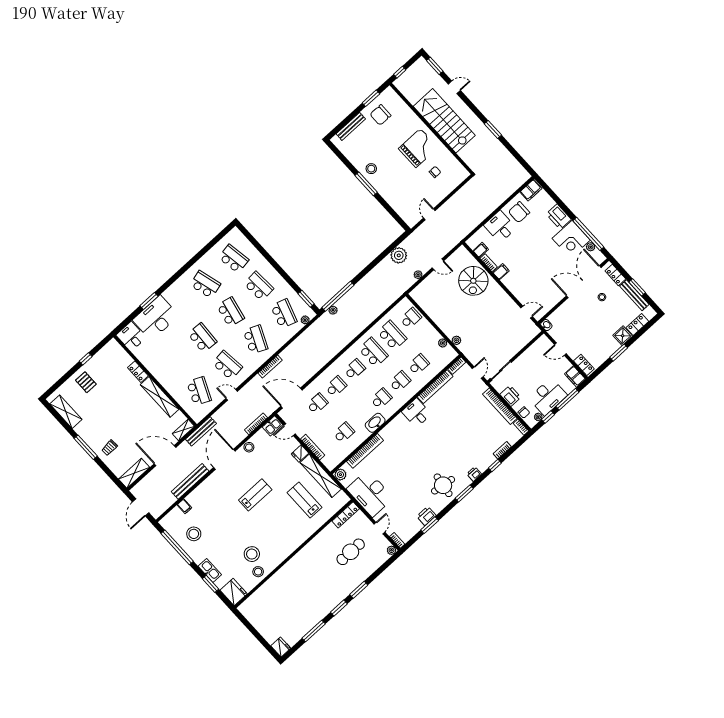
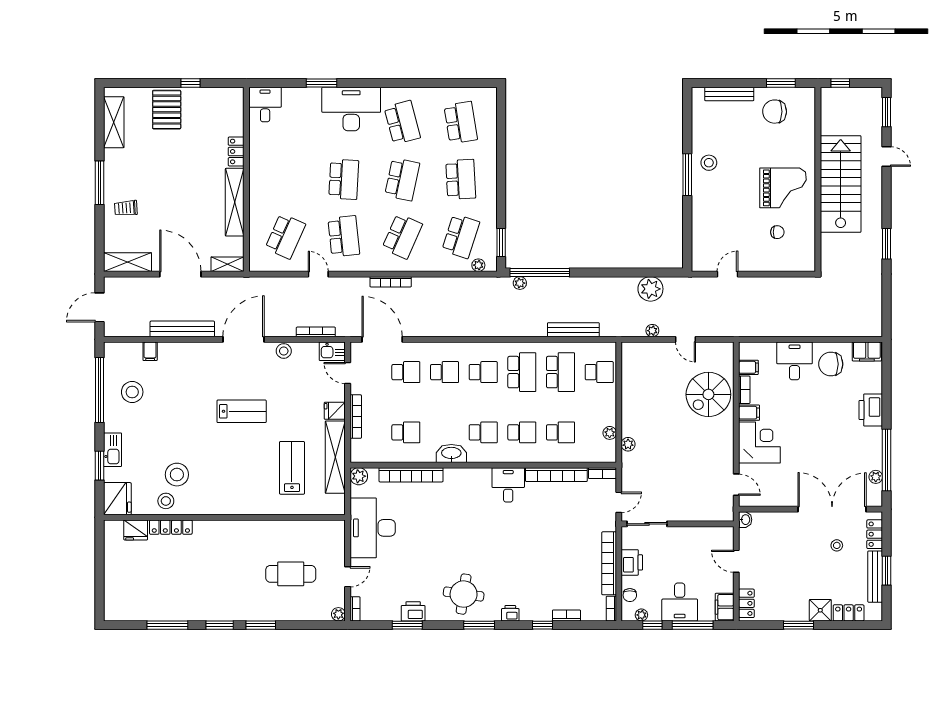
corner desk: (571, 239) -> (759, 442), moved, turned 180
desk: (156, 318) -> (351, 109), moved
pallet: (86, 382) -> (167, 110), width x1.50, depth x1.42
desk: (548, 397) -> (680, 602), width x0.73
bench: (201, 431) -> (573, 330), moved
locker: (346, 515) -> (171, 527), moved
fridge: (281, 647) -> (136, 530), moved, turned 90

